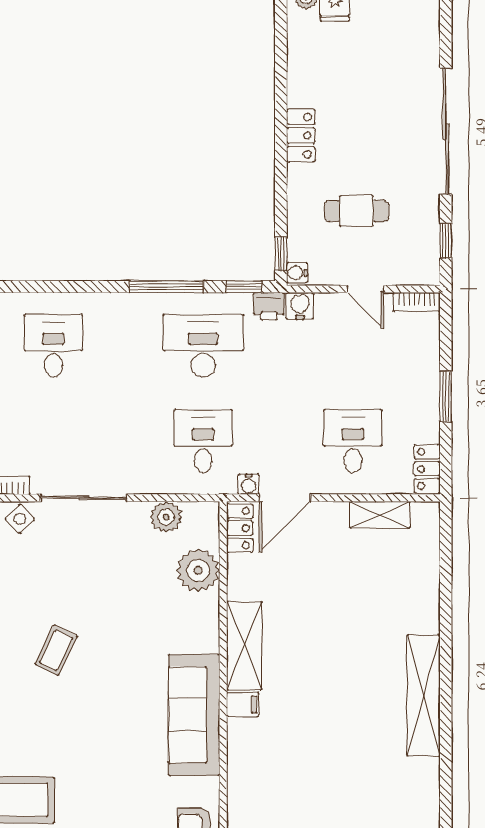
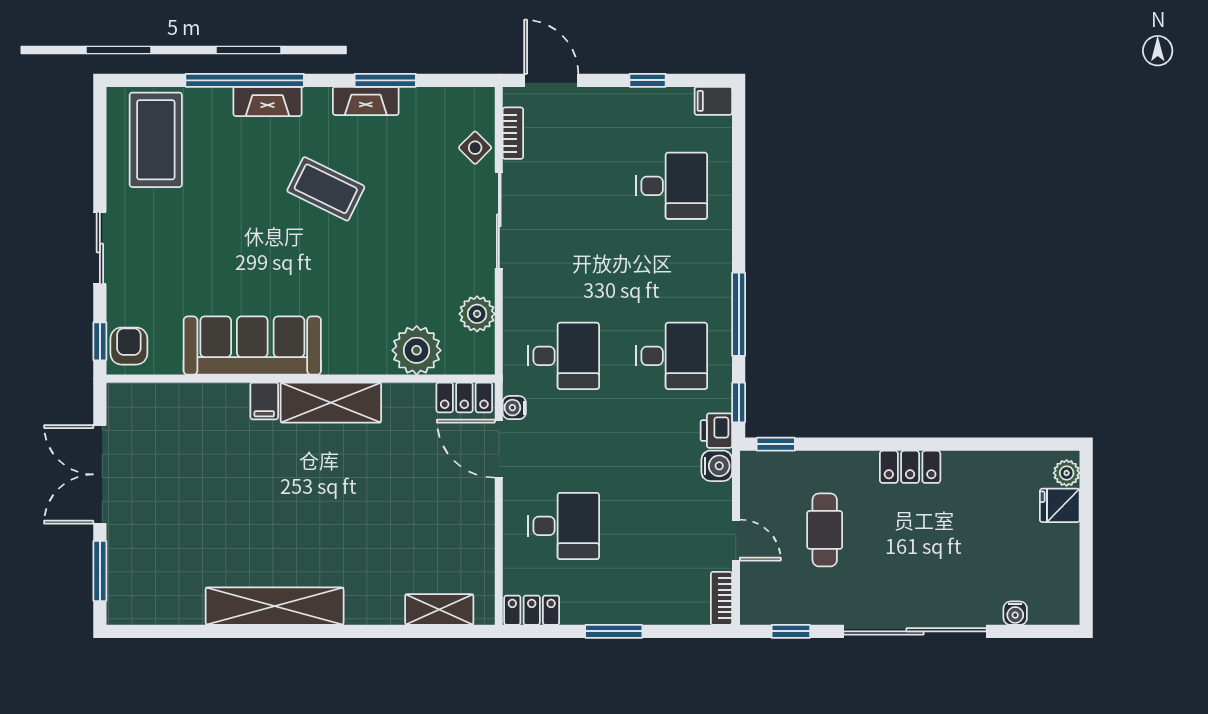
water cooler: (297, 273) -> (1015, 613), moved, turned 180
door: (365, 289) -> (736, 540), swing flipped
desk: (203, 346) -> (671, 356), width x0.73
shelving: (380, 515) -> (439, 610), moved, turned 90
coffee table: (56, 650) -> (326, 189), width x1.36, depth x1.30

